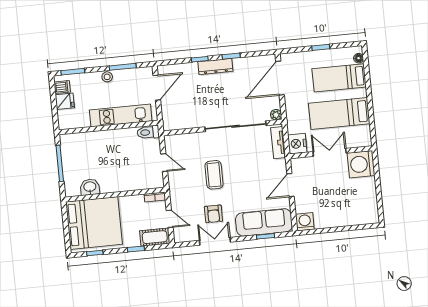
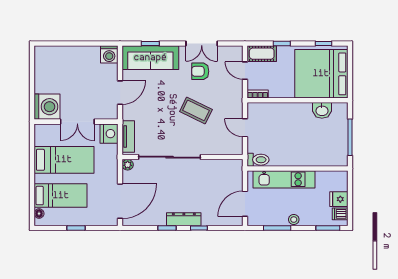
coffee table: (214, 175) -> (196, 110), turned -64
armchair: (213, 214) -> (200, 71), turned -90

